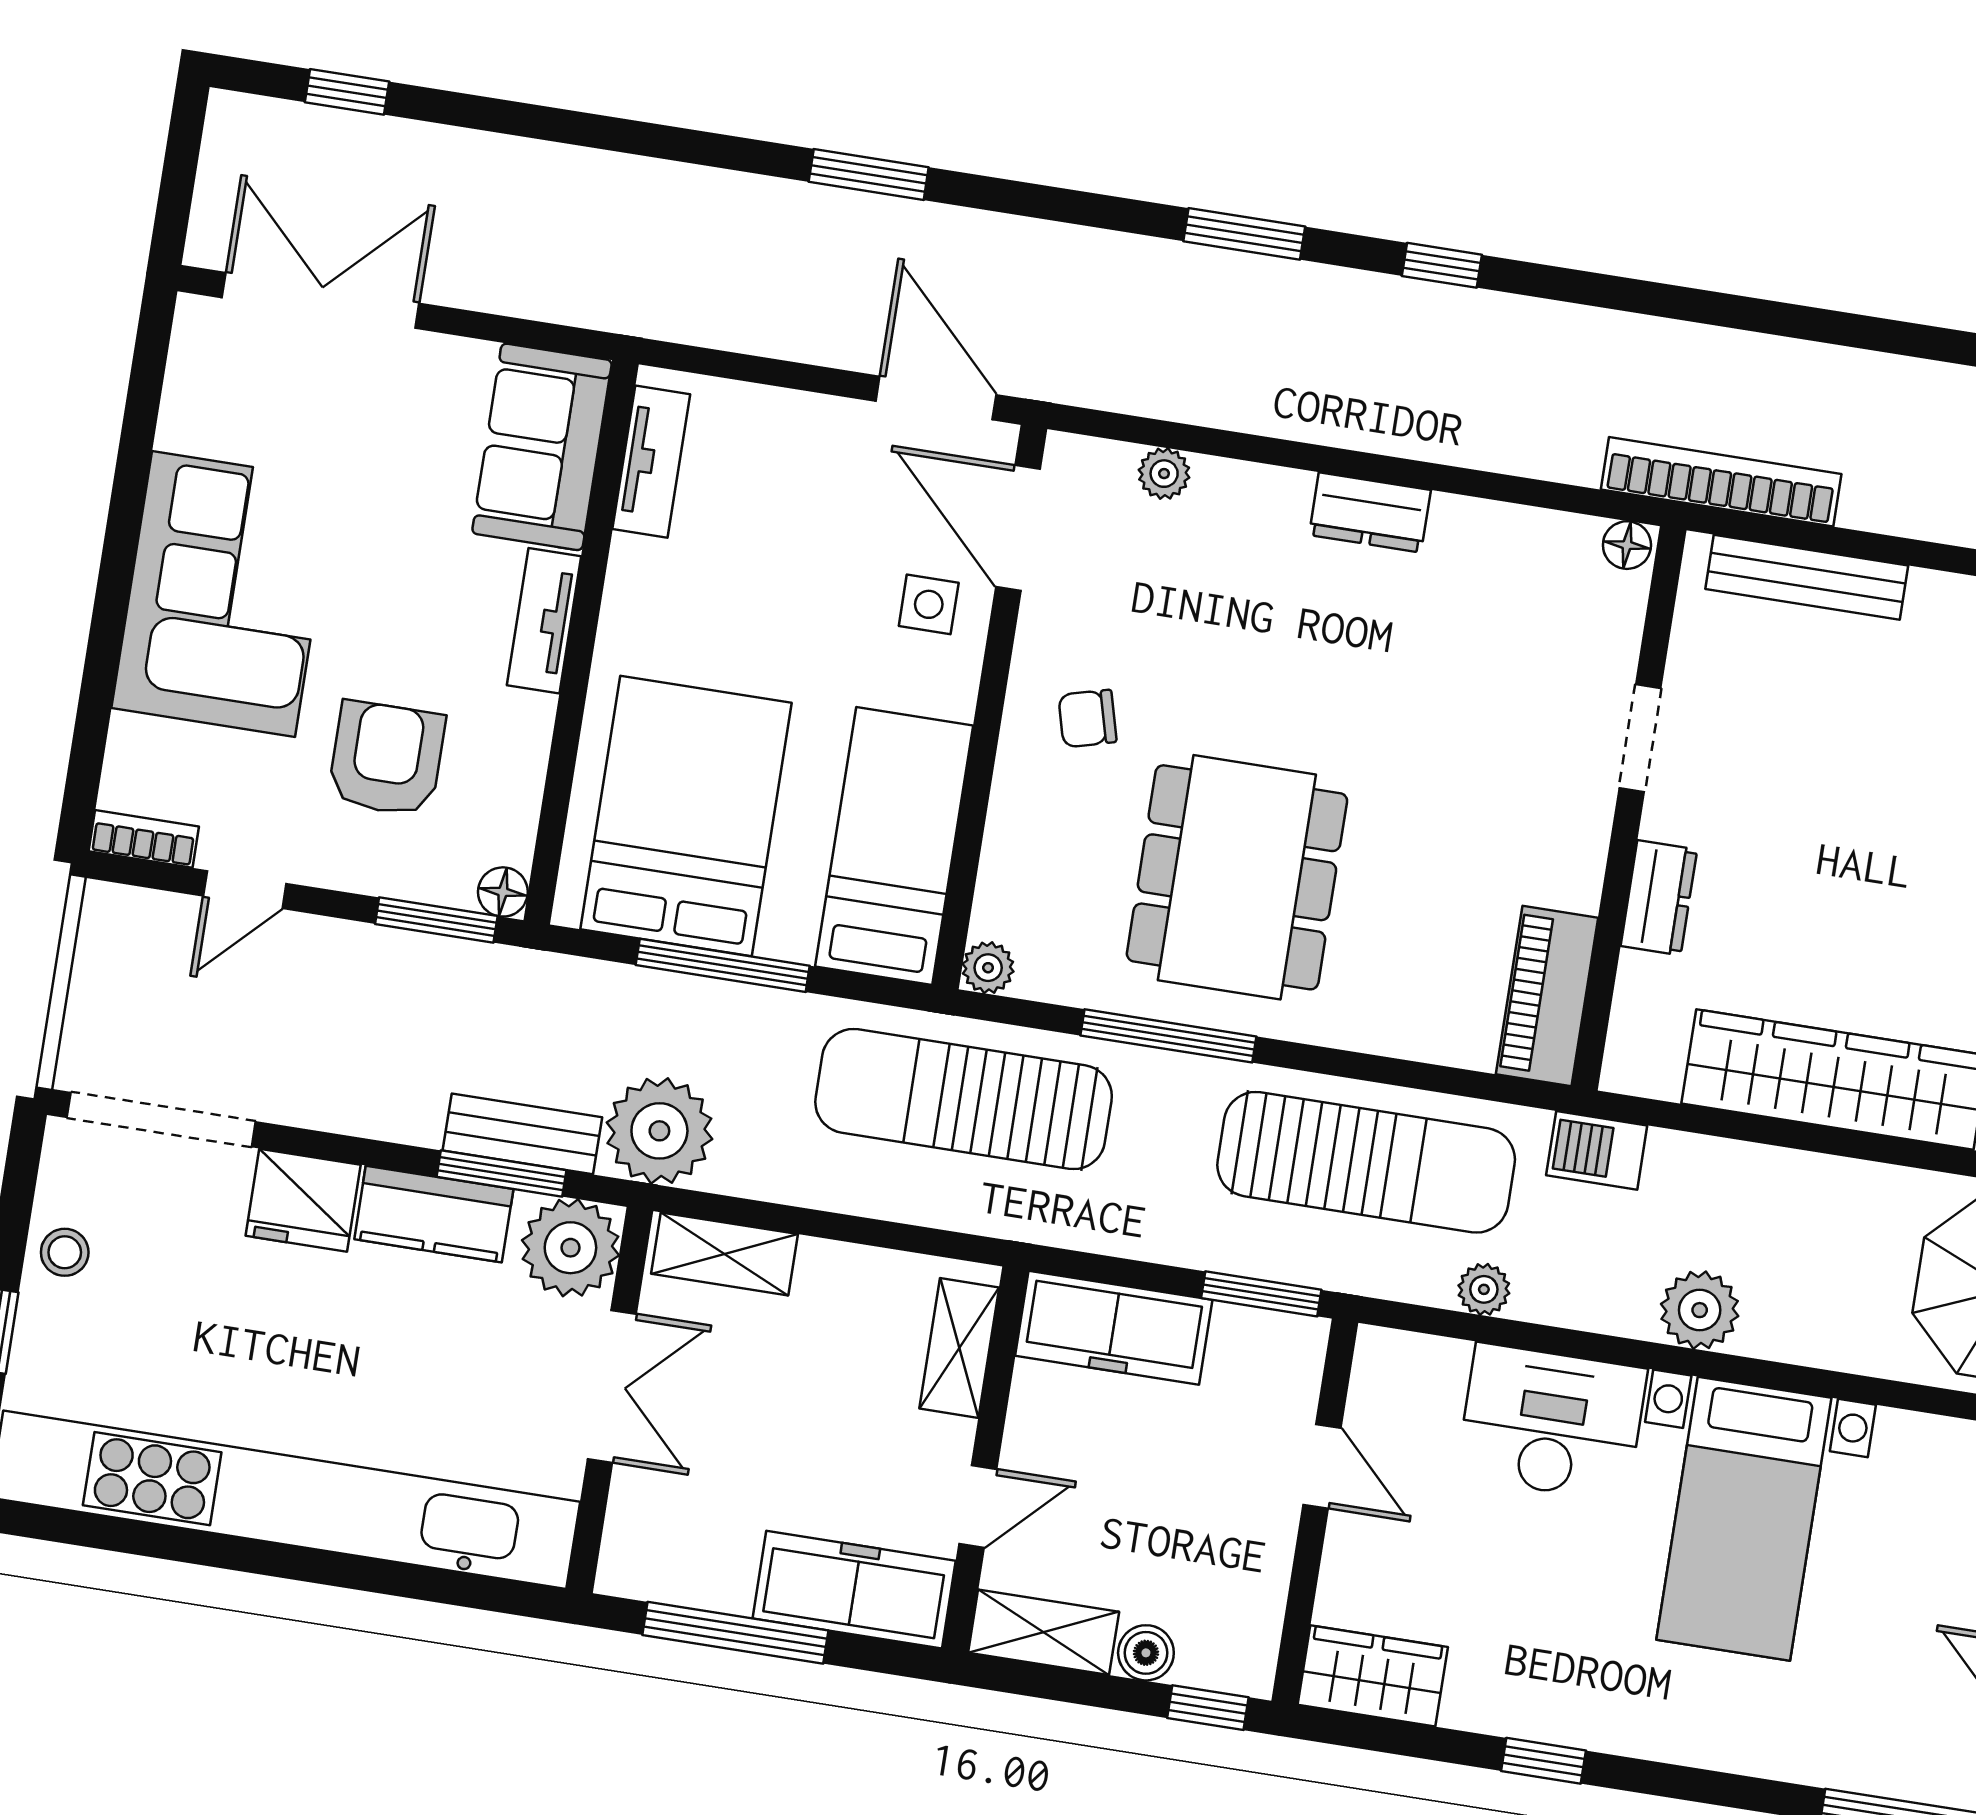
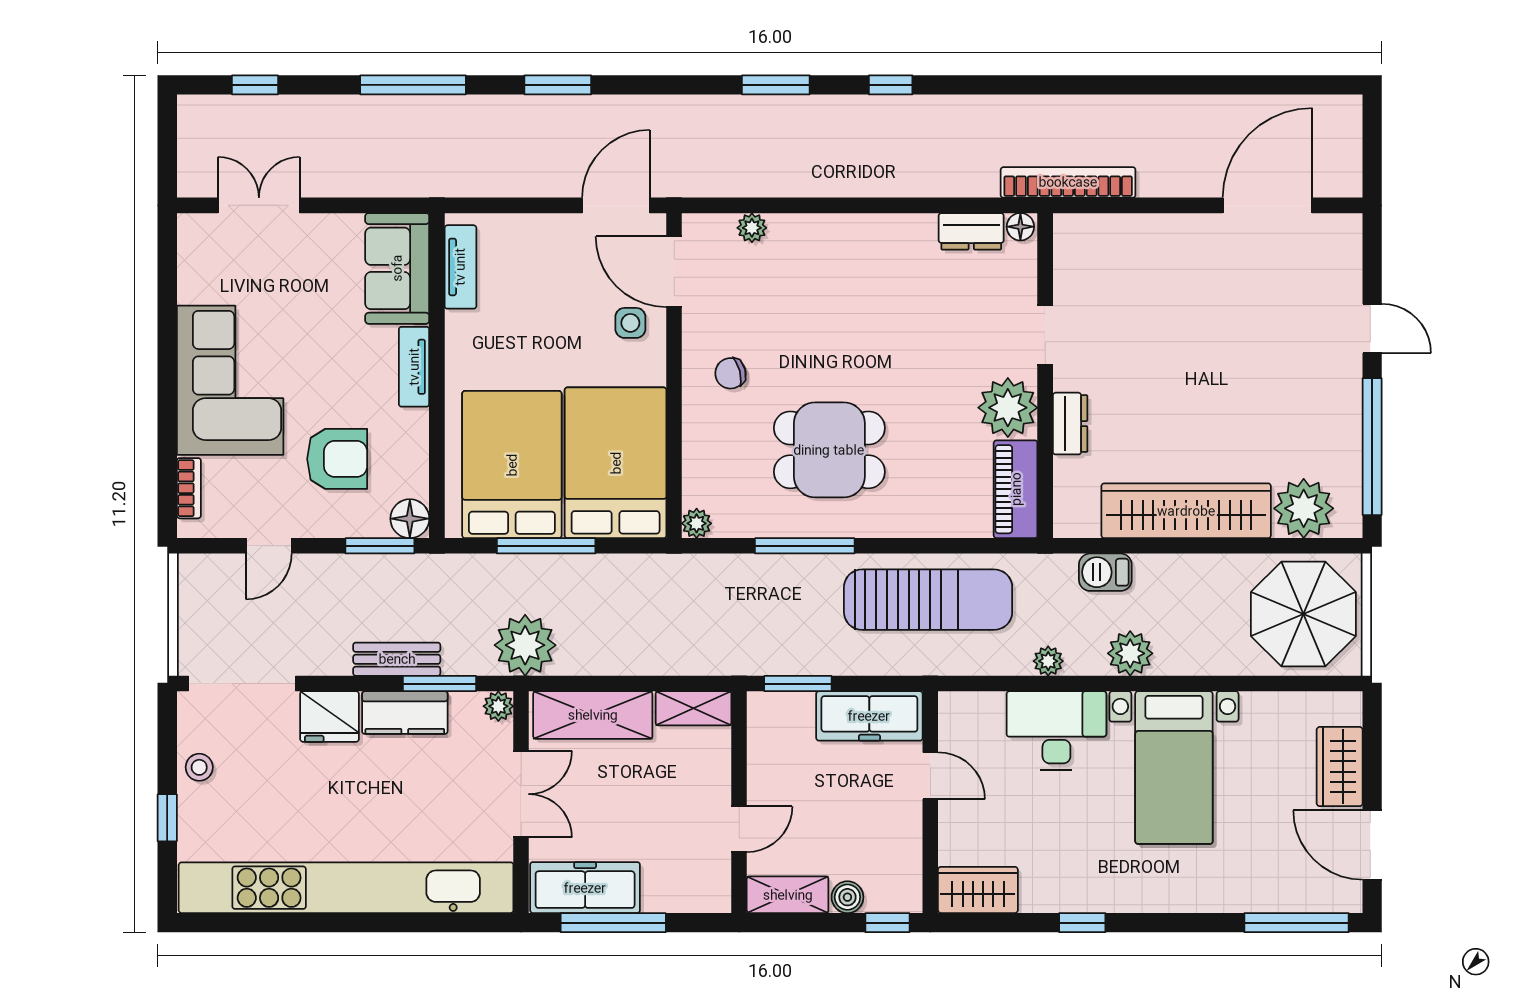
window: (619, 135) -> (413, 85), added
double door: (321, 300) -> (259, 205), width x0.73
door: (936, 398) -> (616, 205), hinge flipped
dresser: (1370, 512) -> (971, 231), moved
bench: (1807, 577) -> (1125, 229), removed
armchair: (387, 759) -> (337, 459), turned 90
bookcase: (144, 839) -> (189, 488), moved, turned 90
bed: (894, 846) -> (616, 463), width x1.50
plant: (1556, 853) -> (1008, 408), added
dining table: (1237, 877) -> (829, 450), width x0.73
floor lamp: (503, 892) -> (410, 519), width x1.37, depth x1.37
sun lounger: (964, 1099) -> (694, 600), removed
bench: (522, 1134) -> (397, 659), moved
barbecue: (1597, 1150) -> (1105, 572), moved
plant: (570, 1248) -> (498, 706), width x0.53, depth x0.53
shelving: (724, 1254) -> (593, 715), width x1.50, depth x1.33
plant: (1484, 1289) -> (1048, 661), moved
window: (1261, 1294) -> (798, 684), moved
freezer: (1114, 1328) -> (869, 716), moved
shelving: (959, 1348) -> (693, 708), moved, turned 90
freezer: (854, 1590) -> (585, 888), moved

